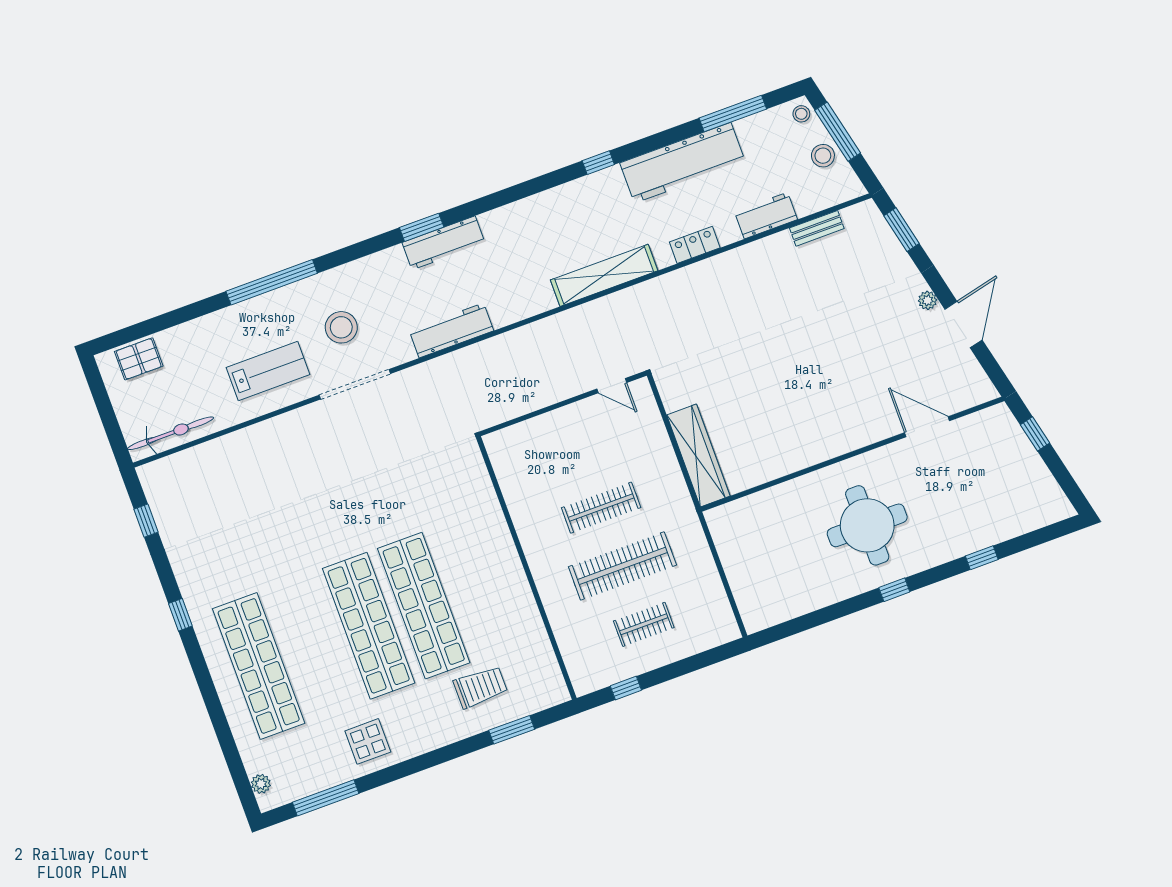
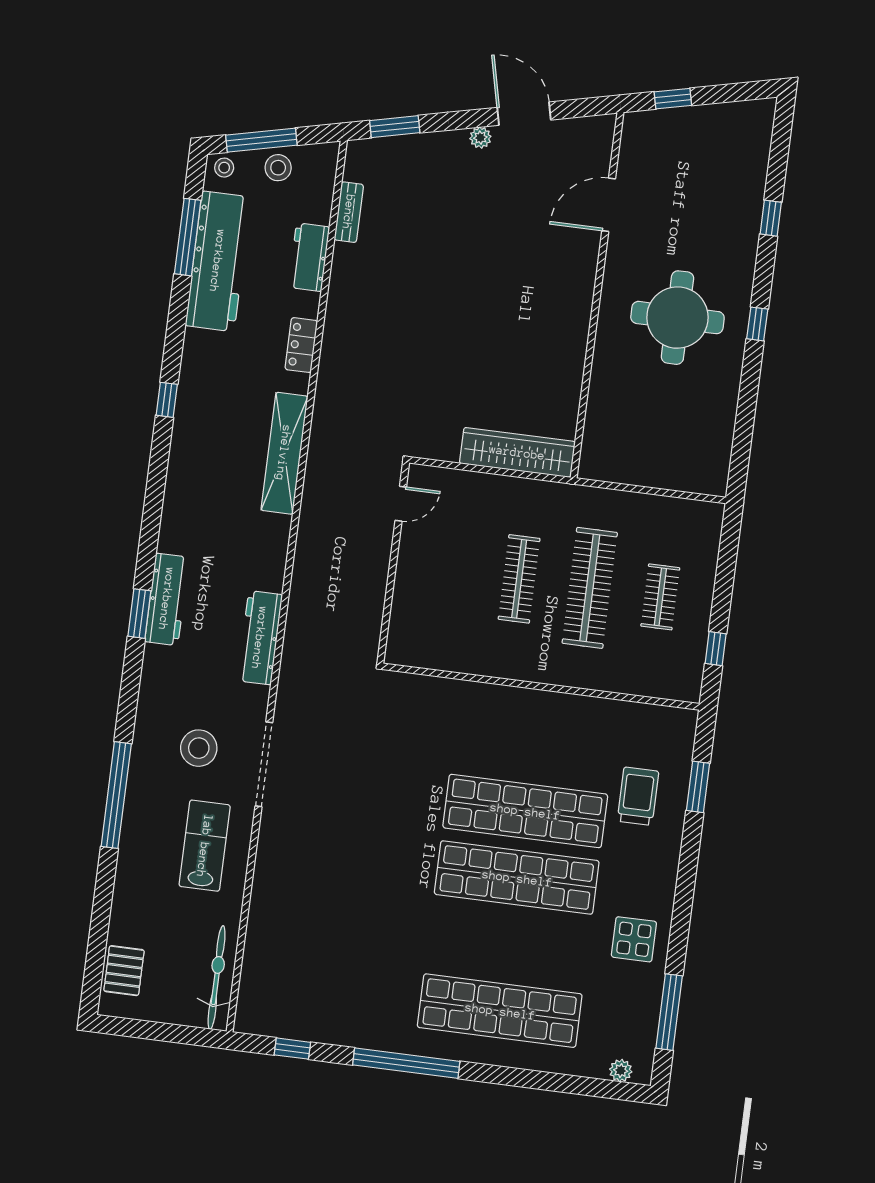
workbench: (683, 163) -> (218, 261), moved
window: (180, 615) -> (406, 1063), width x3.17

